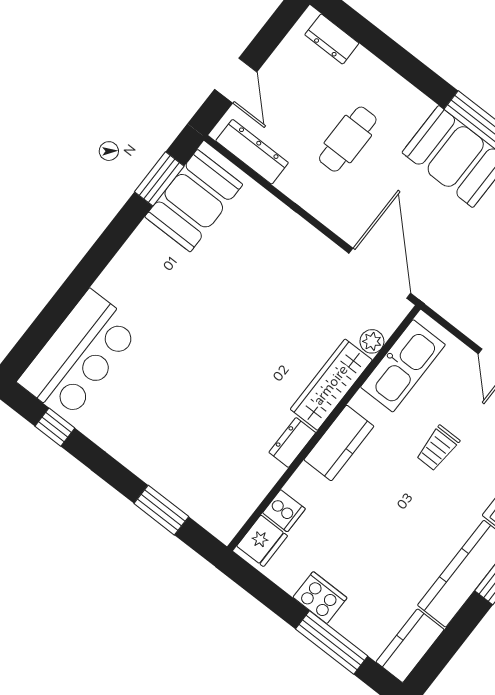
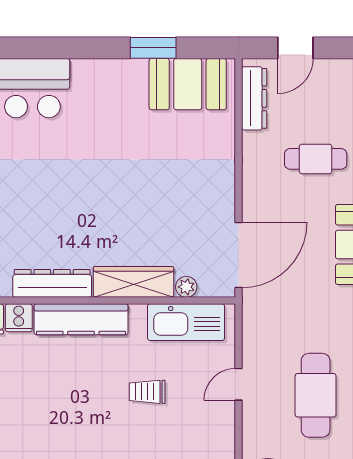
window: (159, 179) -> (153, 48), moved
dresser: (292, 442) -> (52, 283), width x1.96, depth x1.24
kitchen counter: (339, 443) -> (81, 319), width x1.50

